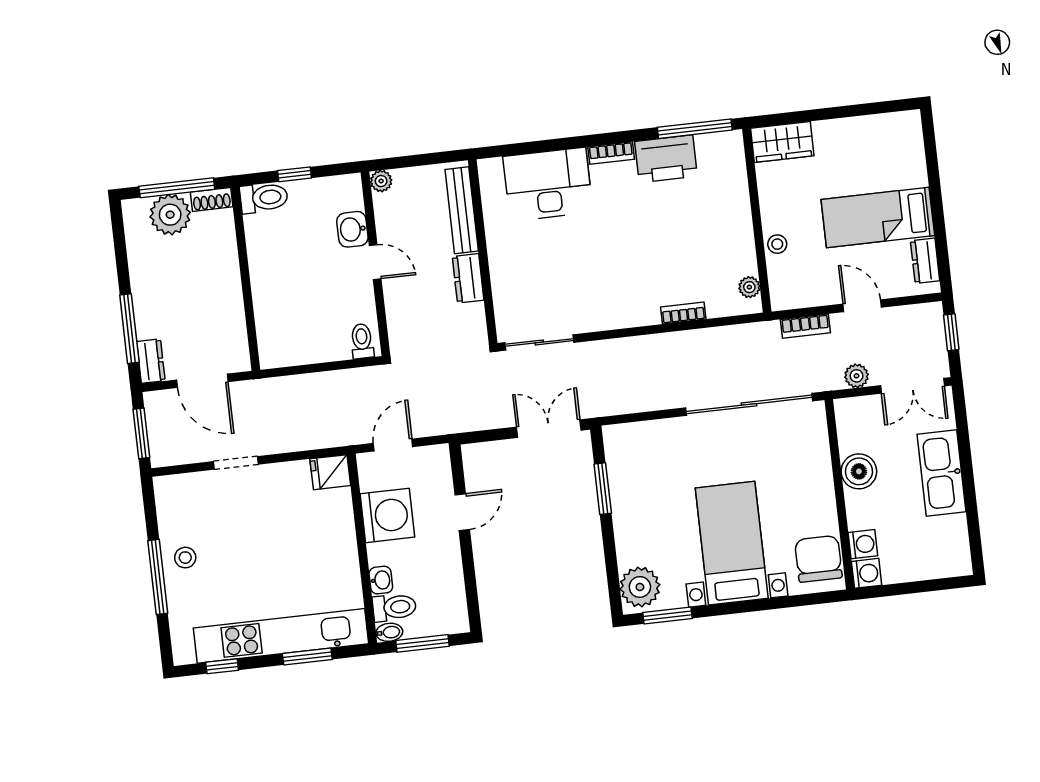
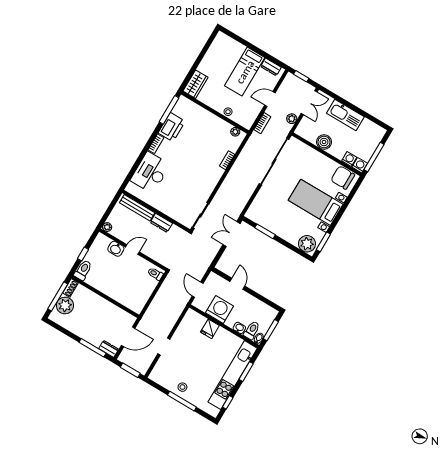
fridge: (330, 472) -> (210, 329), moved
window: (903, 589) -> (374, 157), added

